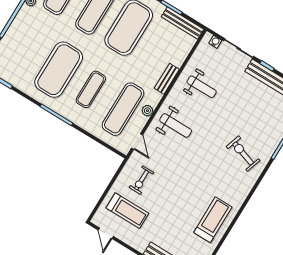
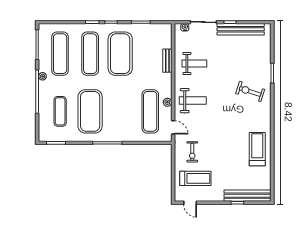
bench: (182, 23) -> (155, 28), removed
bench: (167, 79) -> (167, 61), moved
exercise mat: (91, 89) -> (60, 111), moved

